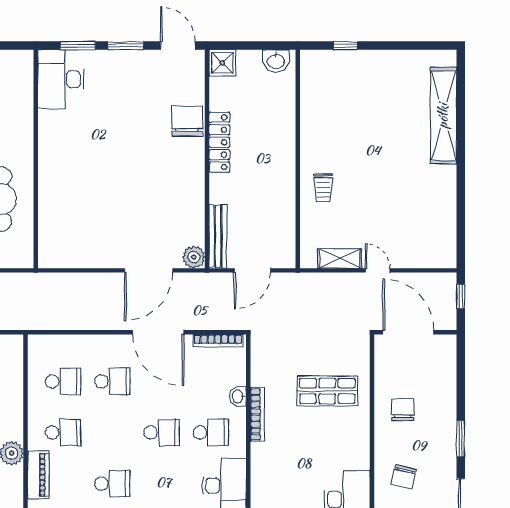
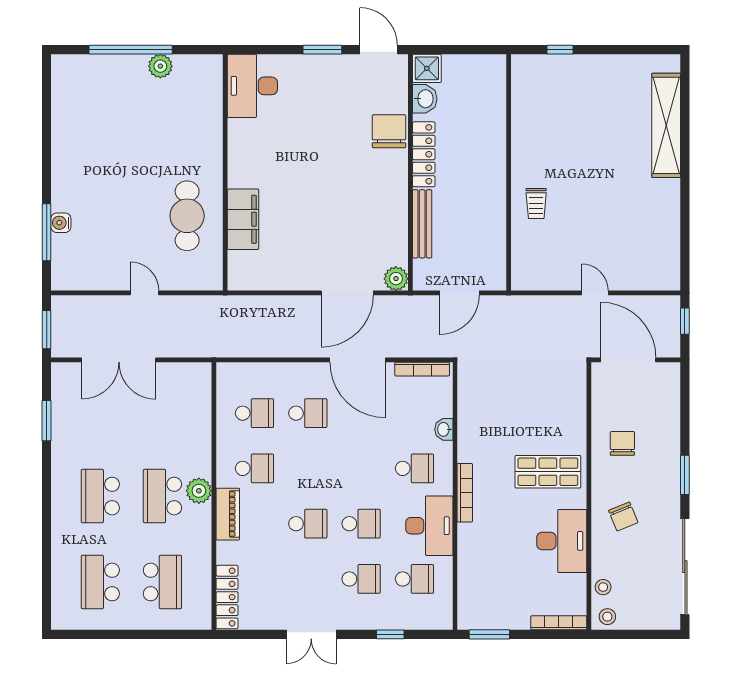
window: (78, 46) -> (271, 50), removed
washbasin: (276, 61) -> (425, 99), moved, turned -90
filing cabinet: (52, 202) -> (243, 219), added
bench: (218, 236) -> (422, 224), moved
shelving: (340, 258) -> (554, 280), removed
shop shelf: (327, 391) -> (548, 472), moved
bookcase: (257, 415) -> (465, 493), moved
school desk: (161, 433) -> (361, 524), moved
chair: (404, 477) -> (623, 516), turned -35

